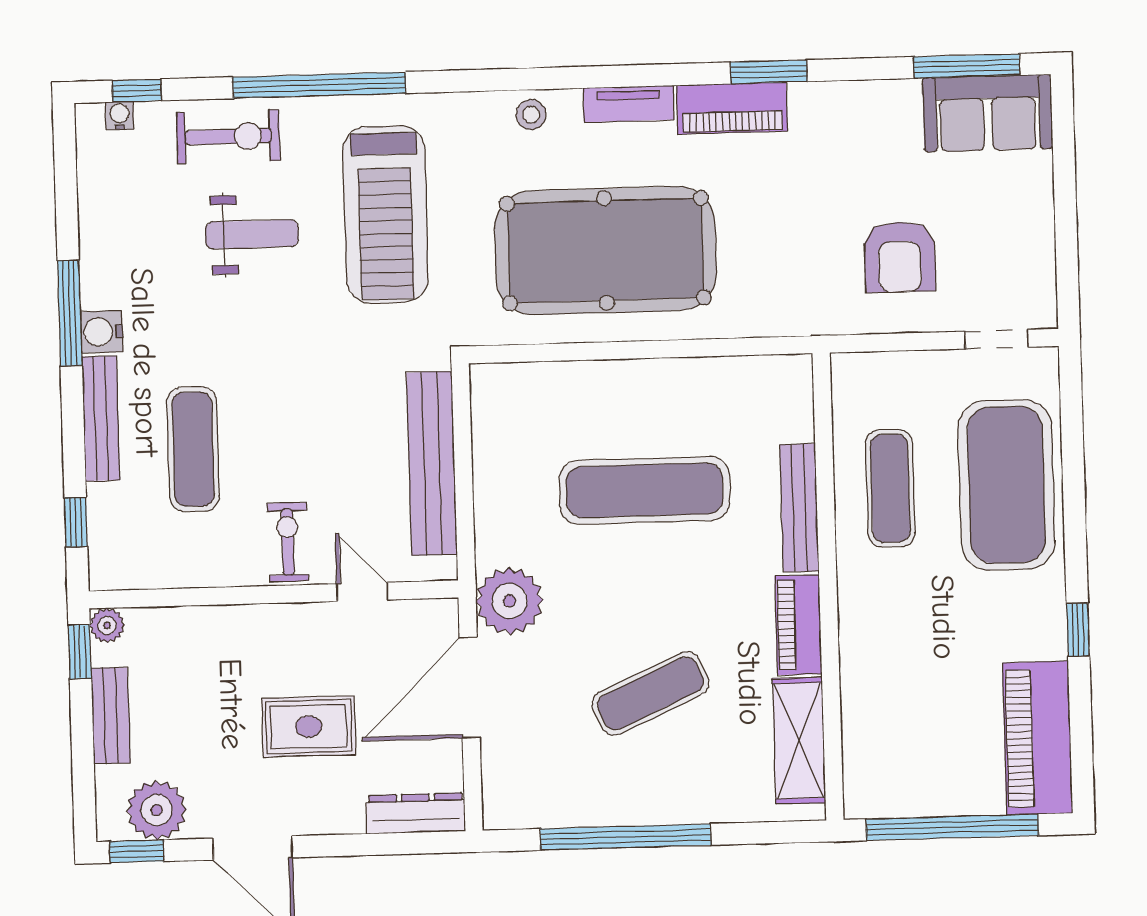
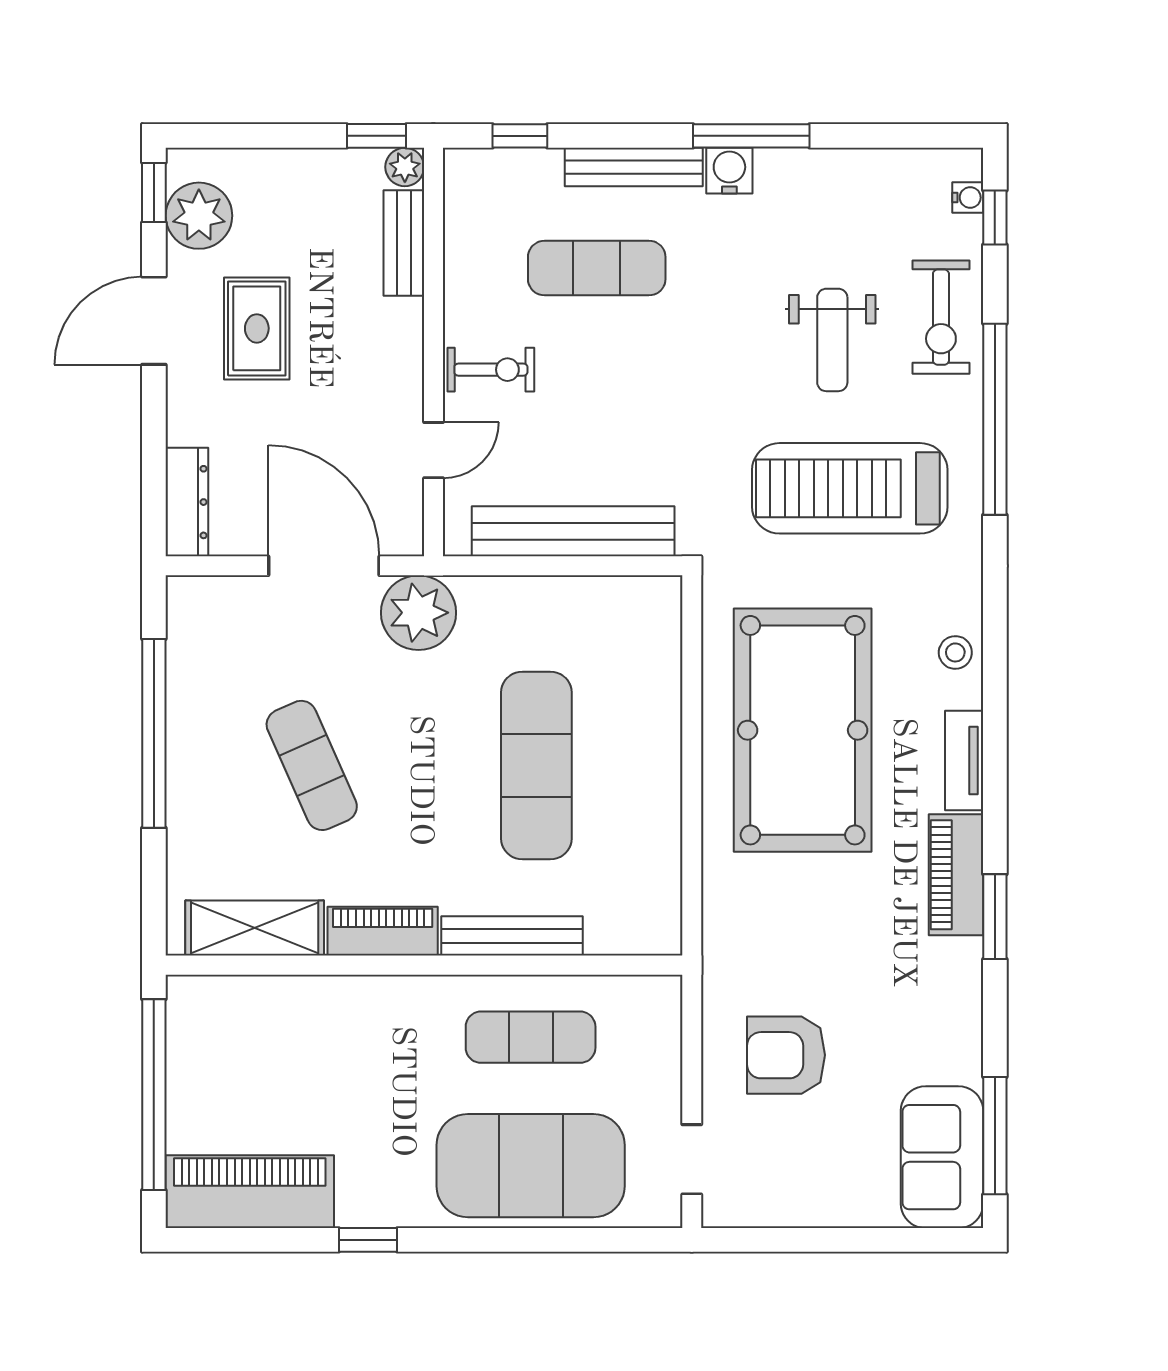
bench: (111, 716) -> (404, 243), moved, turned 90
rug: (309, 727) -> (257, 328), moved

